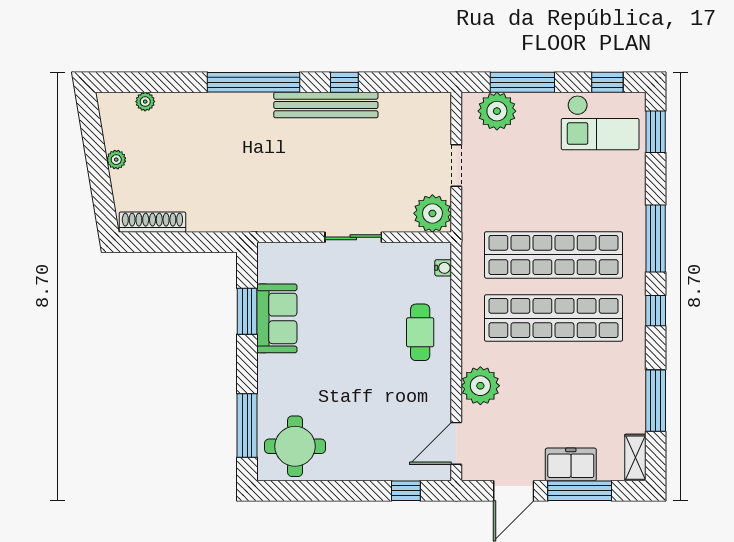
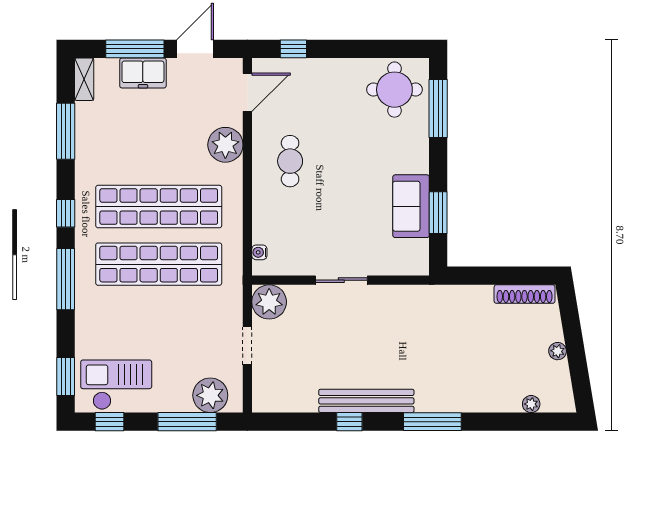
window: (253, 82) -> (432, 422), width x0.68
cafe table: (420, 332) -> (290, 161), moved

